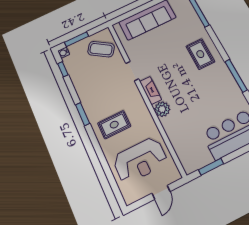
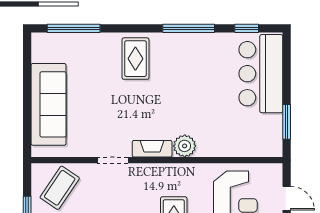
rug: (200, 54) -> (135, 59), turned 90

